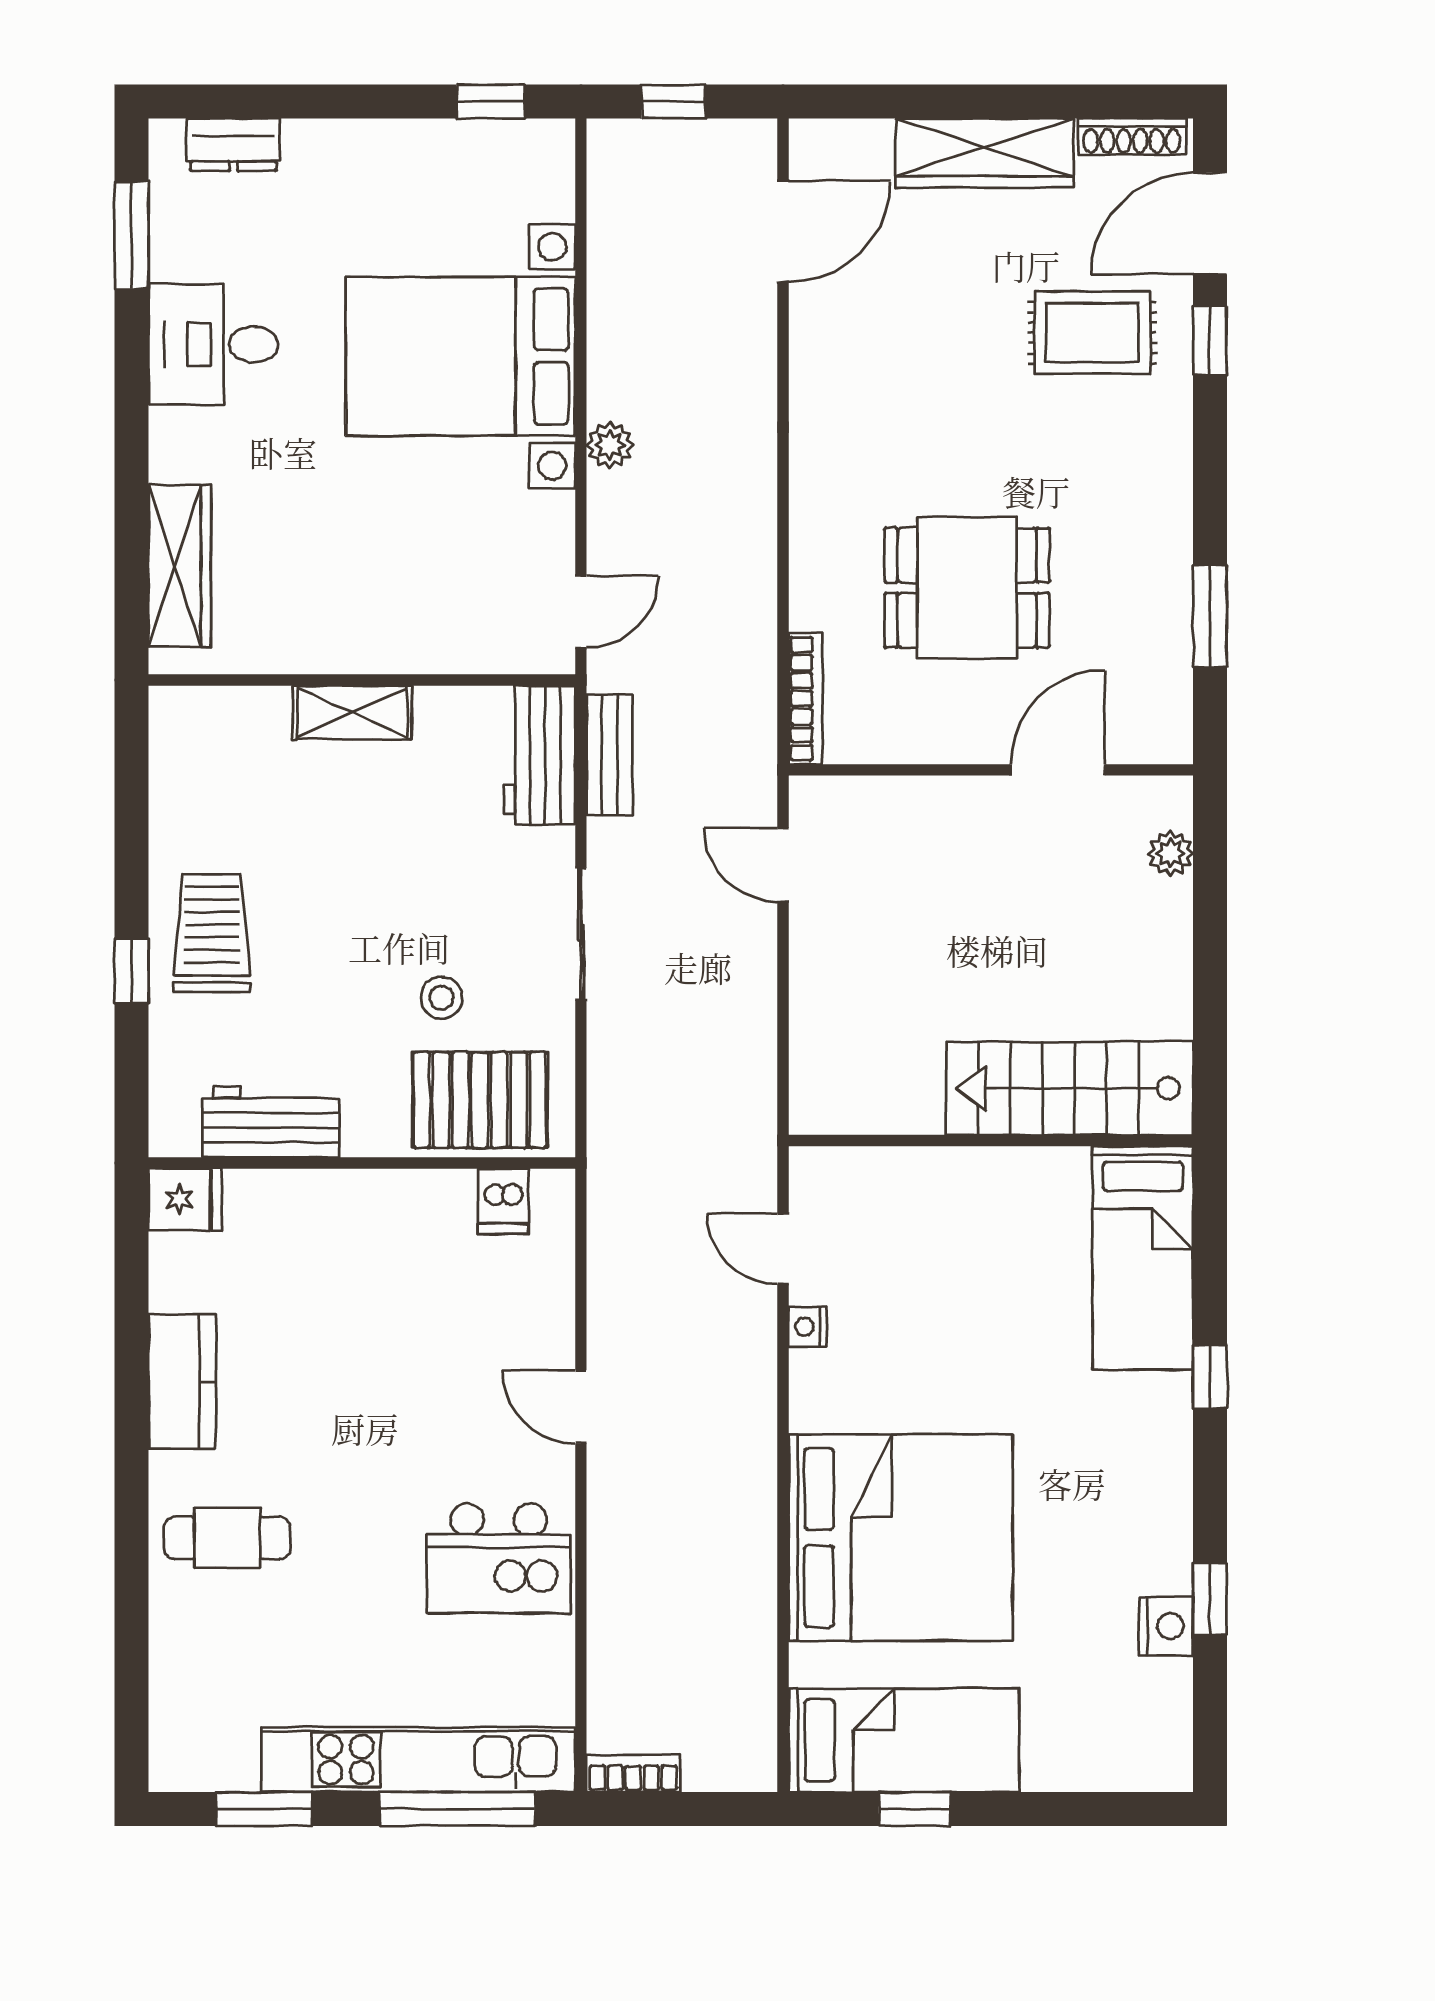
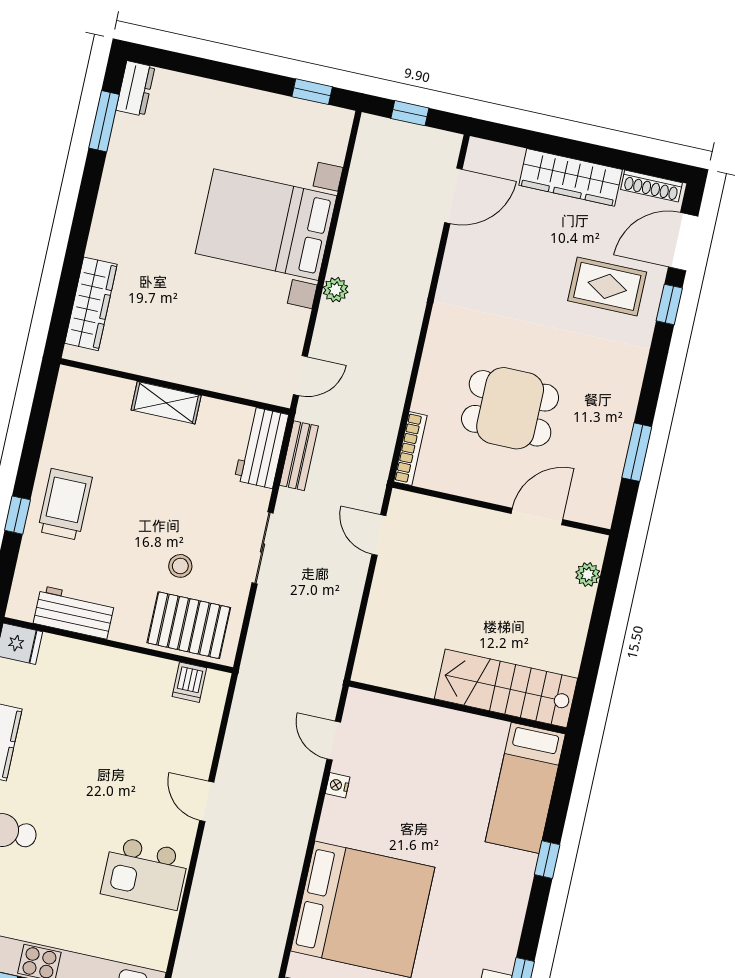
dresser: (233, 145) -> (135, 88), moved, turned -90
desk: (213, 344) -> (135, 189), removed

